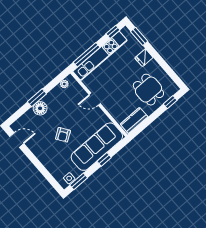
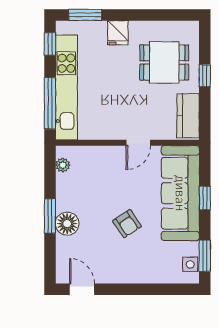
door: (95, 99) -> (138, 143), moved
window: (170, 102) -> (205, 76), moved
door: (17, 140) -> (82, 289), hinge flipped

